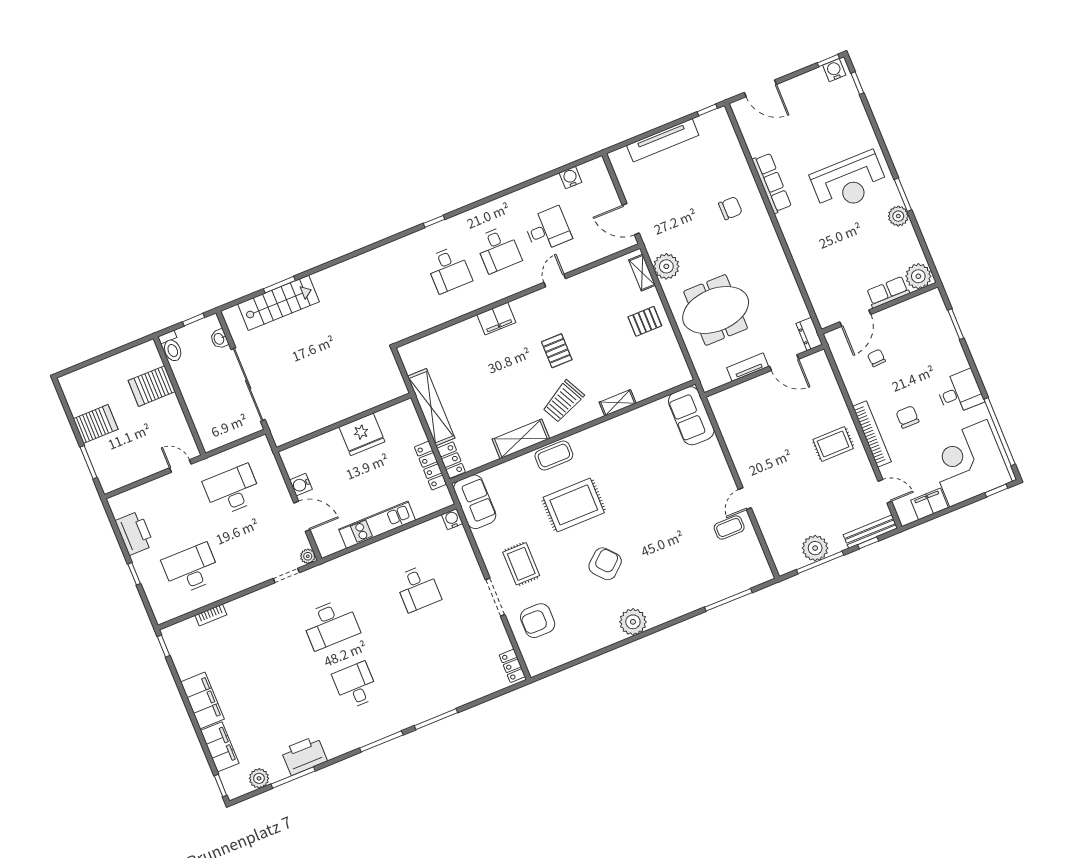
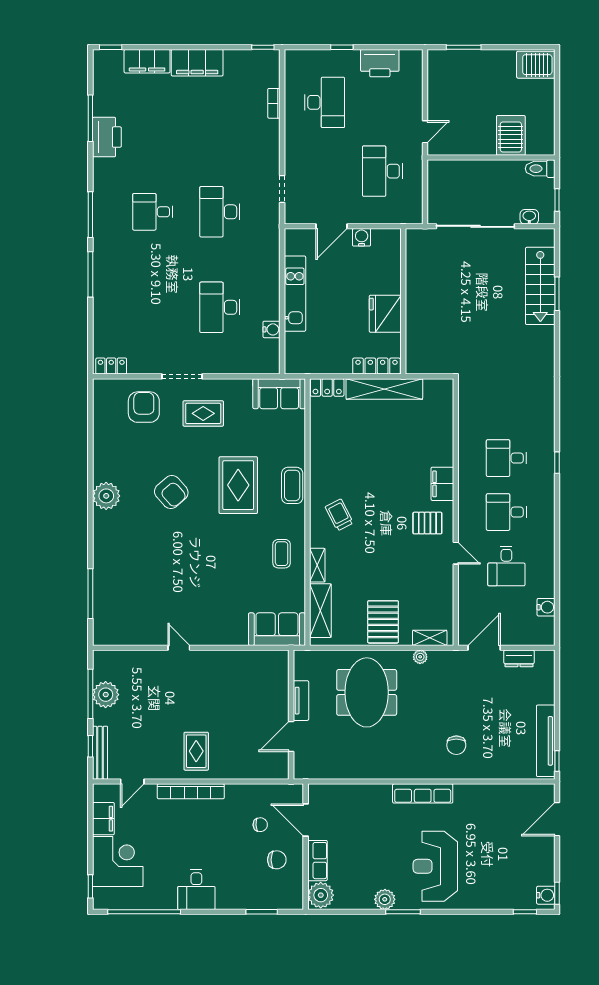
tv unit: (663, 140) -> (546, 741), moved
row of seats: (772, 183) -> (423, 793), moved
plant: (666, 266) -> (420, 657), width x0.53, depth x0.53
pallet: (645, 321) -> (383, 622), width x1.50, depth x1.42
dresser: (809, 334) -> (519, 658), moved, turned 180
pallet: (557, 351) -> (427, 523), moved
trolley: (563, 401) -> (339, 515), width x0.73, depth x0.72
chair: (907, 417) -> (277, 860), moved
server rack: (96, 424) -> (536, 65), moved, turned 90
shelving: (521, 439) -> (320, 611), moved
corner desk: (968, 463) -> (118, 861), width x0.74, depth x0.74
locker: (431, 466) -> (376, 366), moved
desk: (232, 490) -> (383, 171), turned 180
water cooler: (452, 519) -> (272, 329), moved
coffee table: (729, 527) -> (282, 554), moved
plant: (308, 556) -> (292, 217), removed
desk: (418, 588) -> (220, 307), width x1.37
desk: (355, 685) -> (153, 212), turned 180
plant: (259, 778) -> (103, 86), removed

